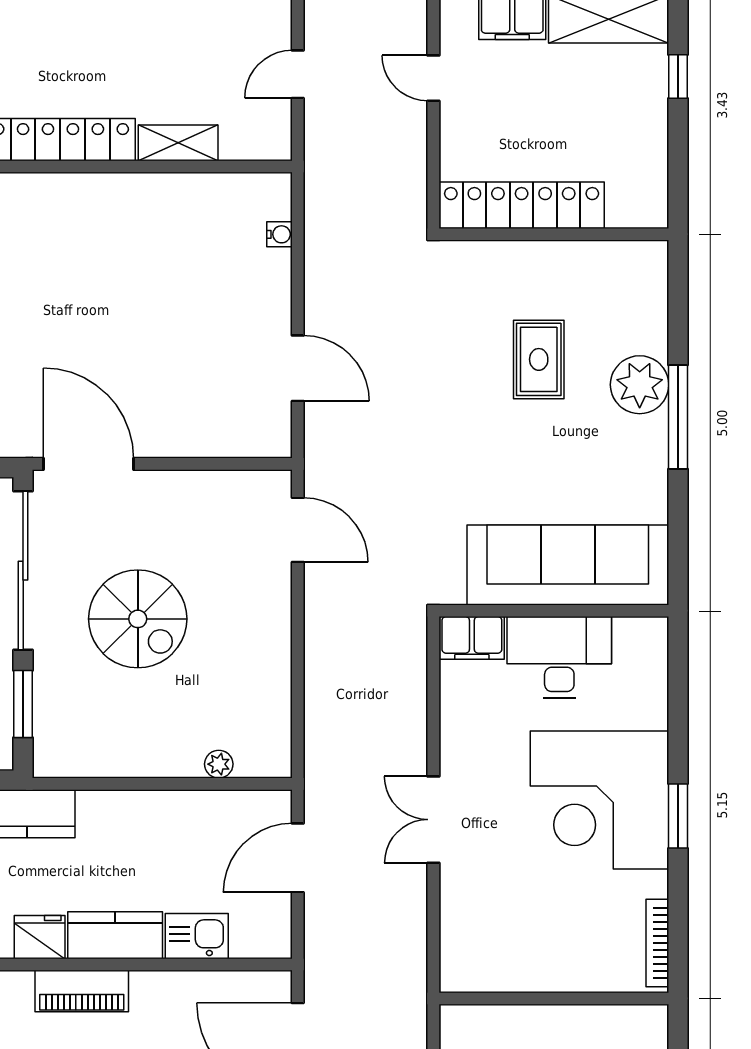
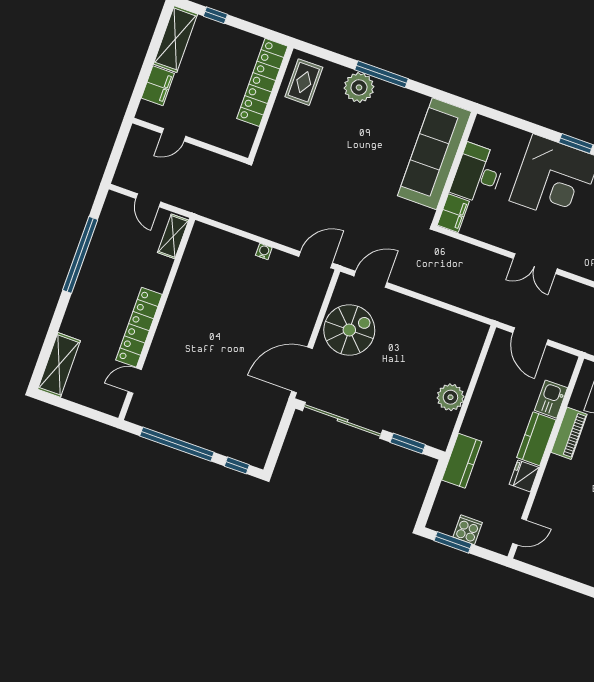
shelving: (178, 143) -> (173, 236), moved
locker: (522, 205) -> (262, 82), moved
water cooler: (280, 234) -> (264, 251), moved
rug: (539, 359) -> (304, 82), moved, turned 90
door: (298, 368) -> (316, 260), moved
spiral stairs: (138, 619) -> (349, 330), moved
plant: (219, 764) -> (450, 397), moved, width x1.88, depth x1.88
piano: (82, 991) -> (569, 433), moved

